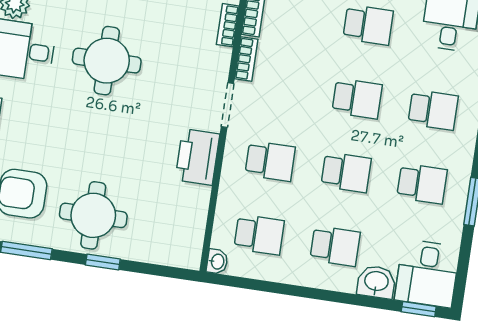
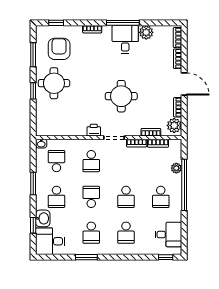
round table: (107, 61) -> (121, 96), moved
printer: (197, 157) -> (94, 130), width x0.53, depth x0.68
school desk: (346, 172) -> (91, 197), turned 180
school desk: (259, 235) -> (56, 161), turned 180
window: (299, 291) -> (33, 184), added
window: (419, 309) -> (33, 225), moved

